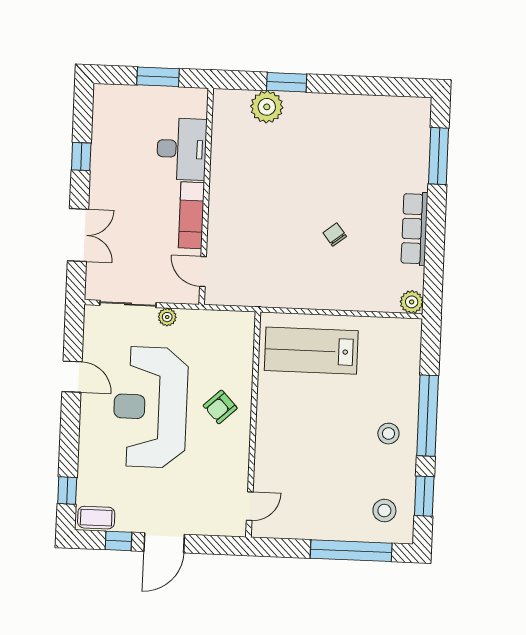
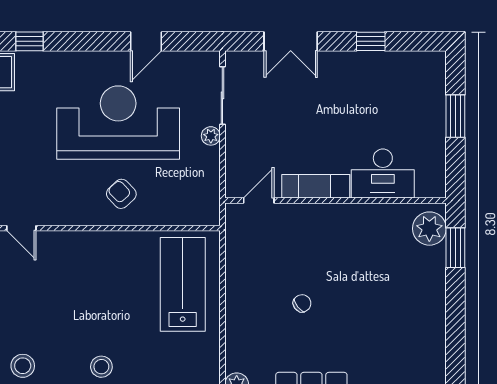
desk: (182, 149) -> (383, 174), moved
wall: (206, 196) -> (335, 200), moved
exam couch: (191, 215) -> (316, 186), moved
door: (203, 272) -> (259, 200), moved

